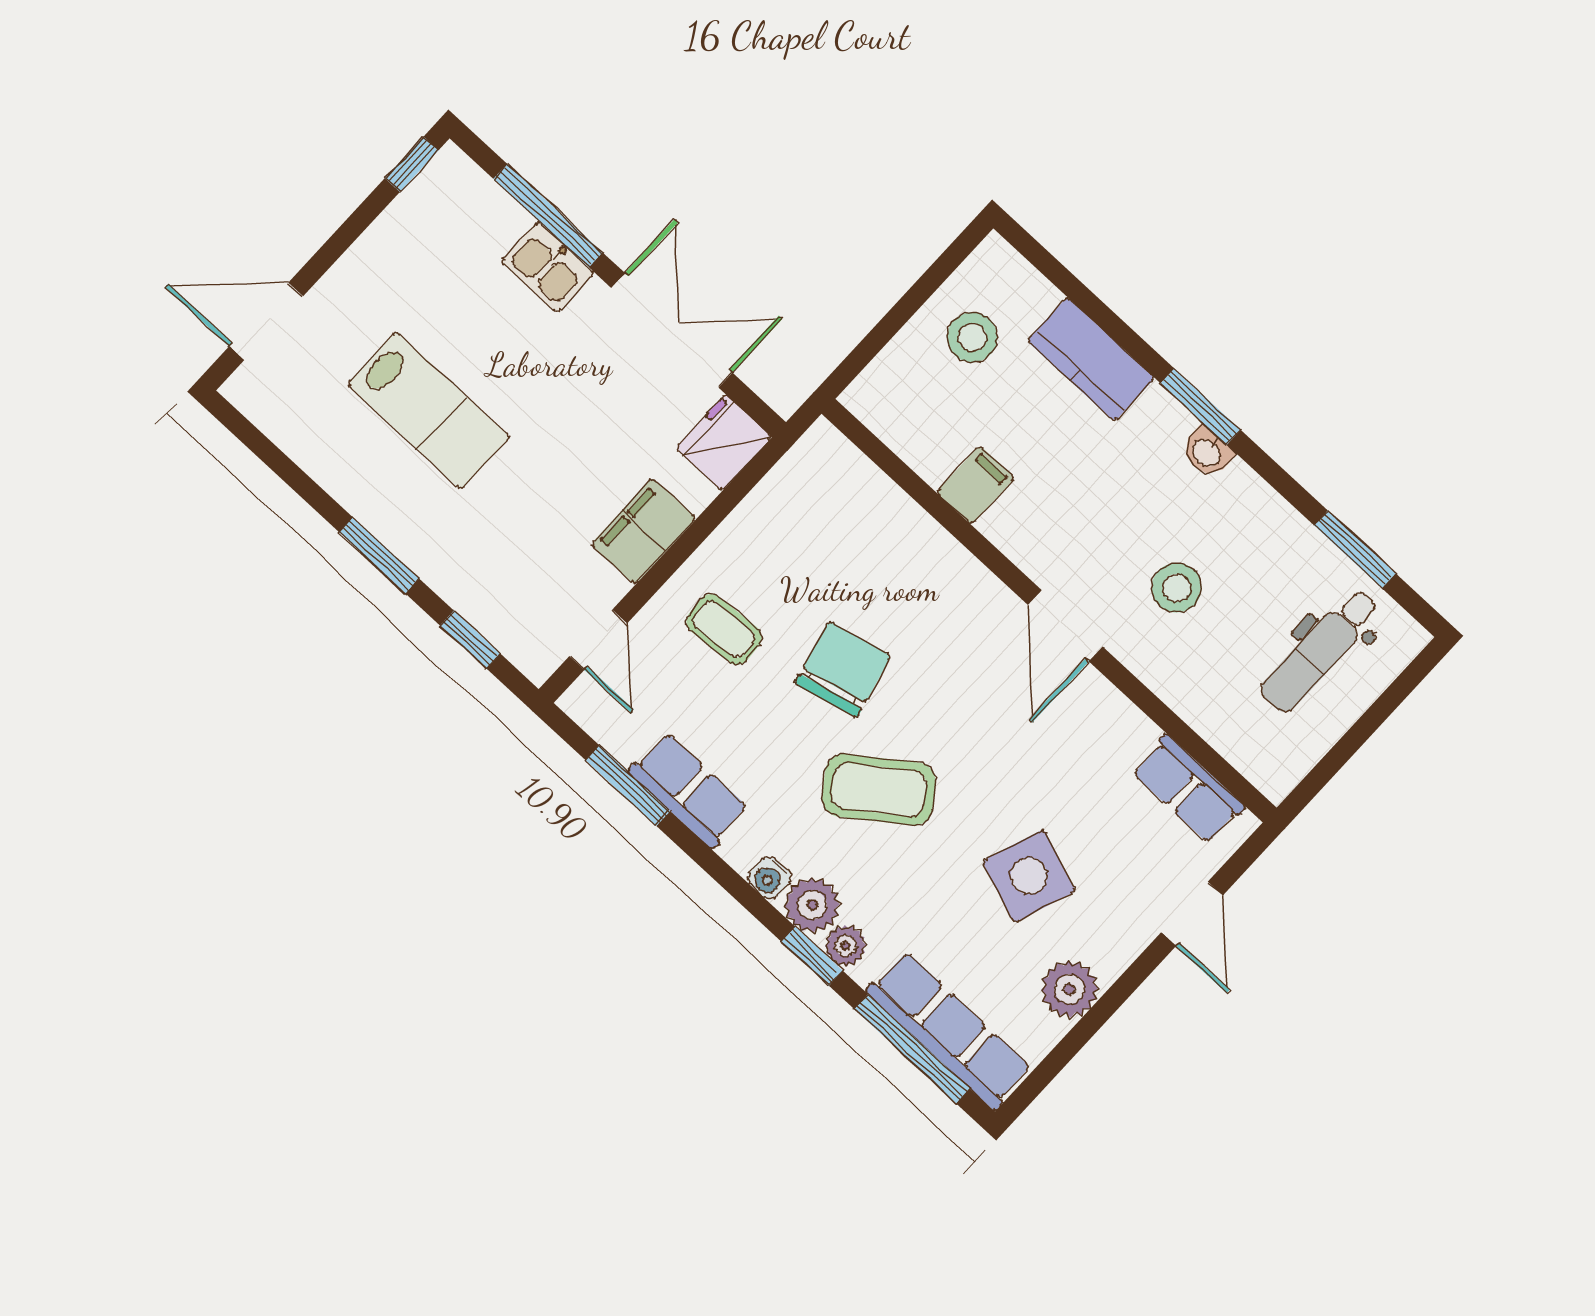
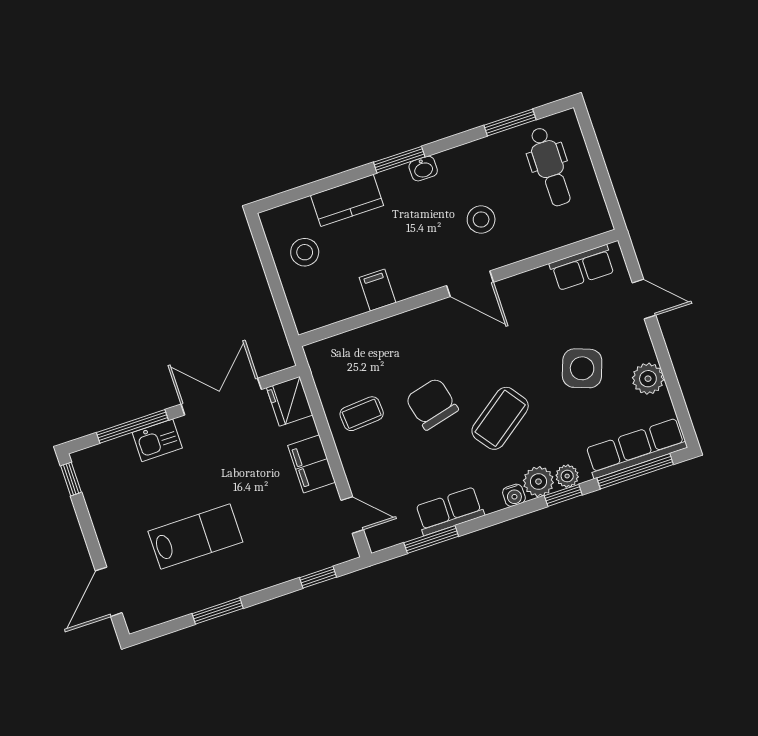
window: (379, 555) -> (218, 611), moved
coffee table: (724, 629) -> (362, 414), moved

